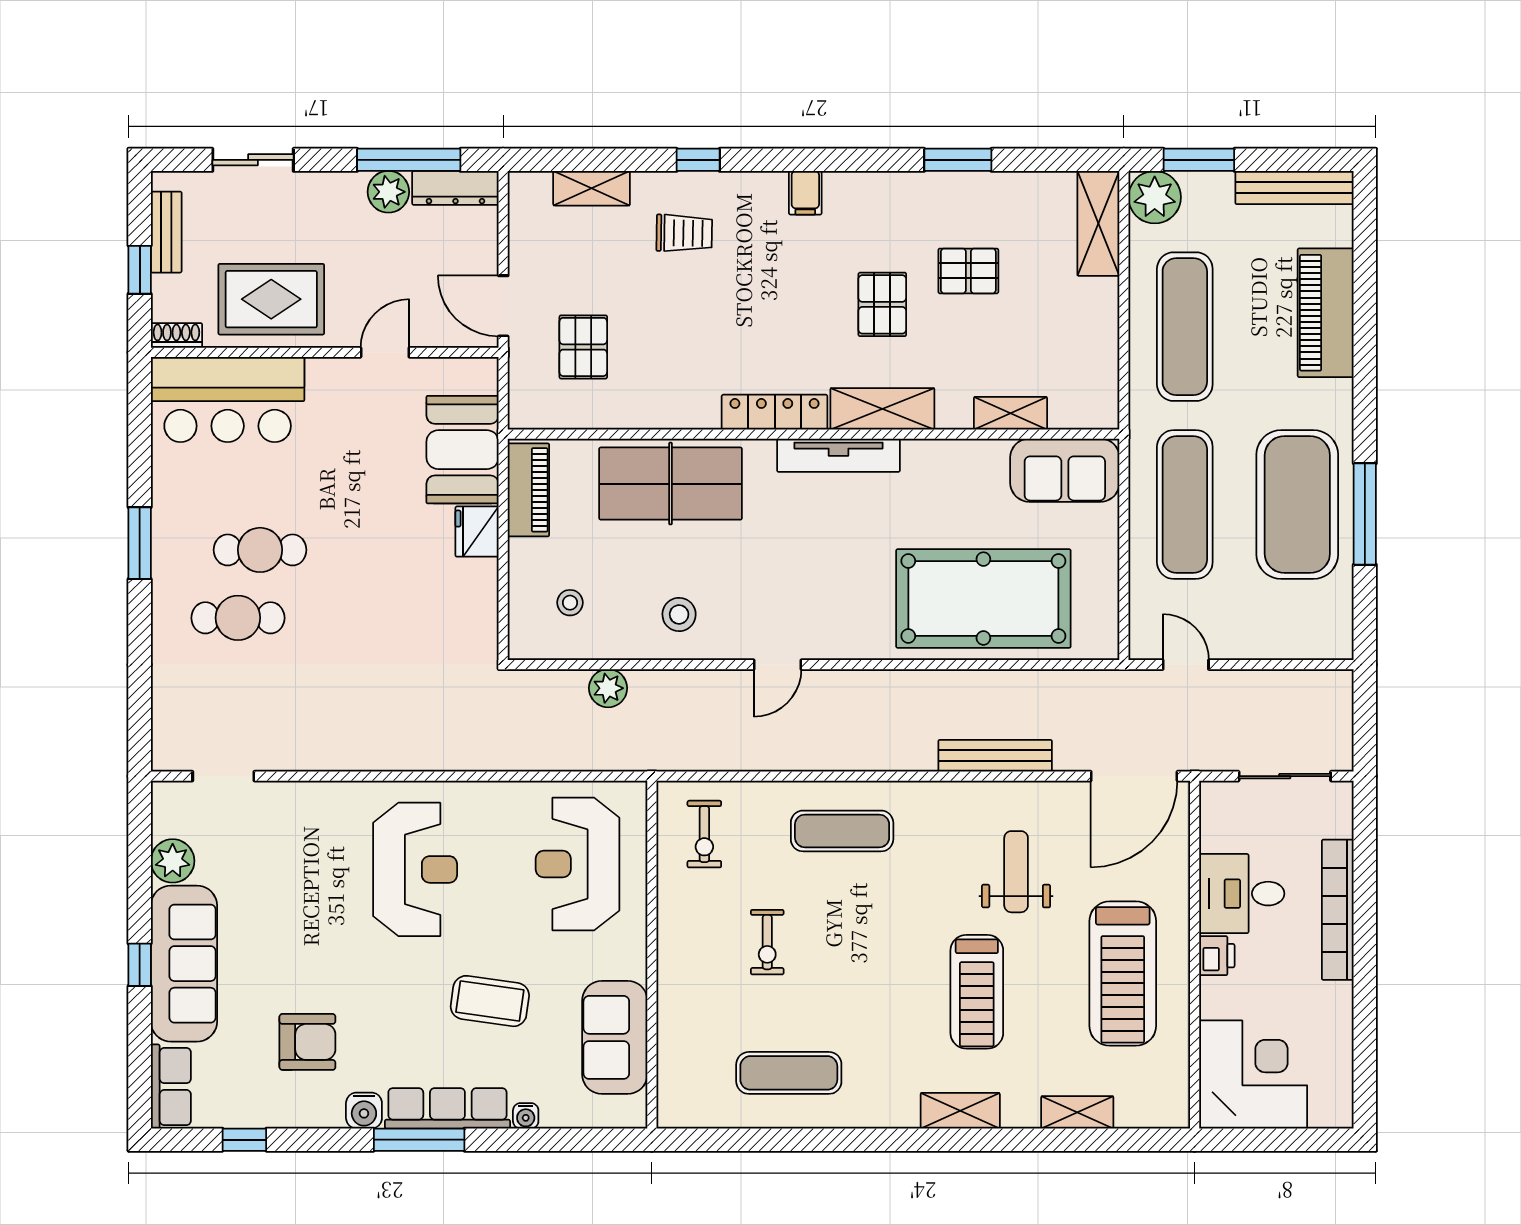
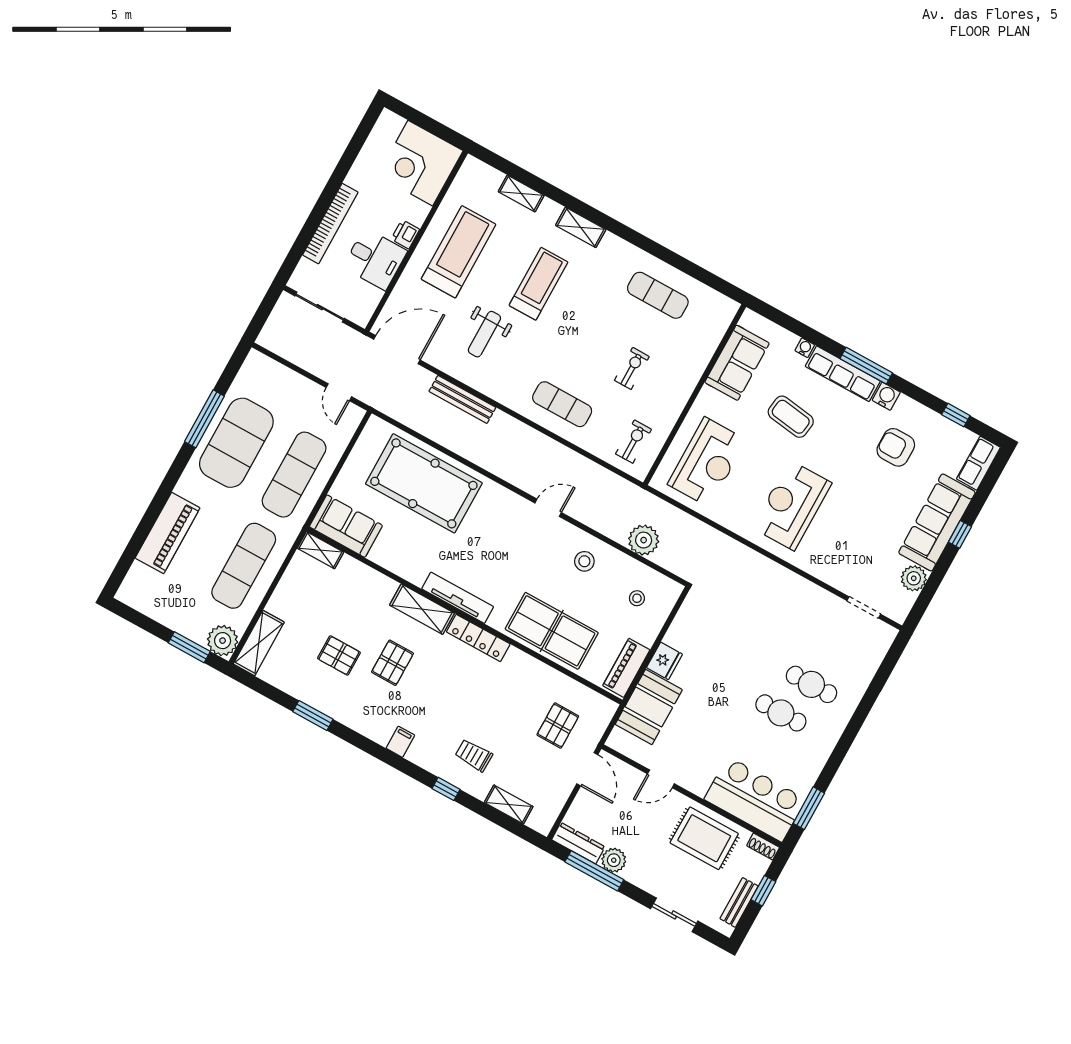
bench: (1294, 188) -> (148, 606), removed
shelving: (1010, 413) -> (320, 550), moved
window: (140, 543) -> (809, 808), moved
plant: (608, 688) -> (644, 540), width x1.36, depth x1.36

